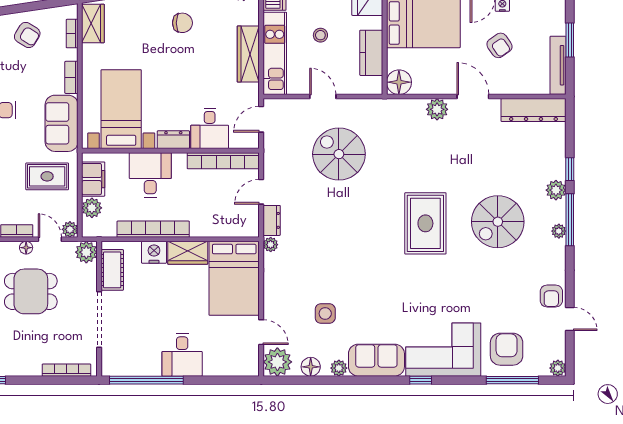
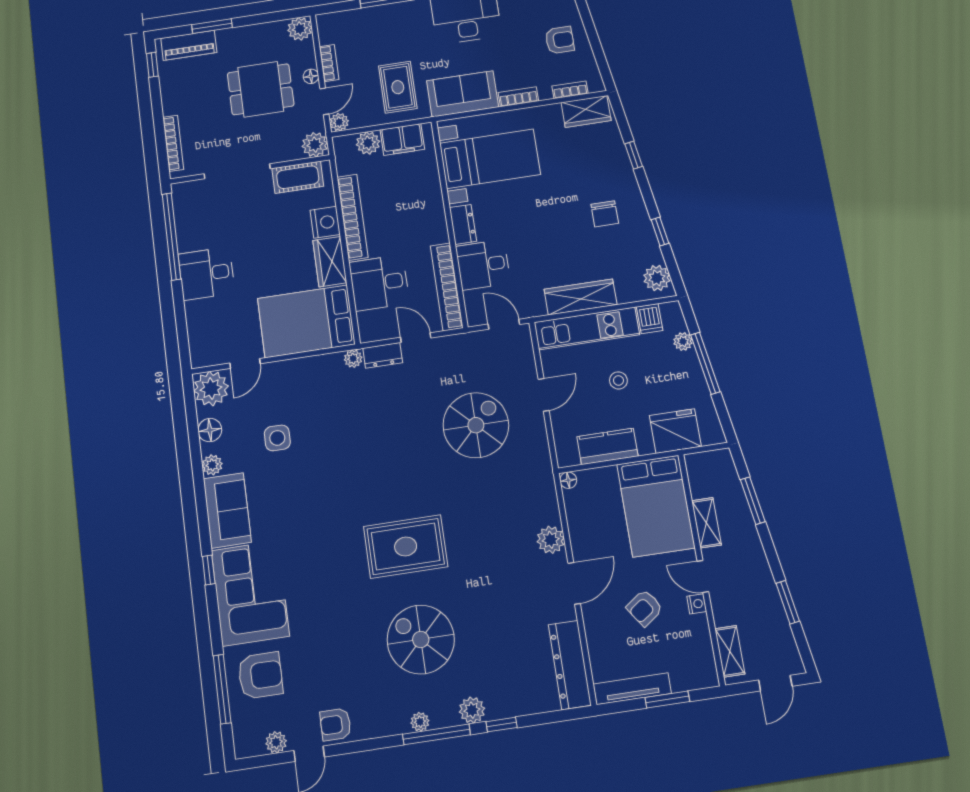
armchair: (27, 35) -> (560, 40), turned -122
floor lamp: (399, 82) -> (568, 480), width x0.53, depth x0.53
desk: (150, 175) -> (379, 283), moved, turned 180
dining table: (31, 291) -> (261, 89), turned 90
plant: (558, 368) -> (276, 742), moved

